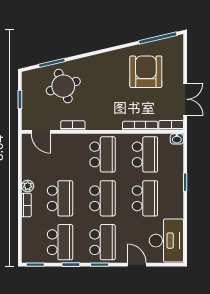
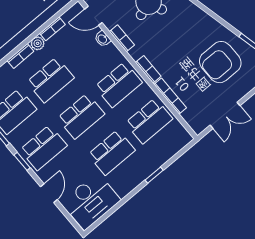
armchair: (146, 72) -> (220, 62), turned 180
bookcase: (171, 125) -> (148, 69), moved
door: (41, 132) -> (93, 16), hinge flipped
washbasin: (177, 139) -> (103, 39), moved
bookcase: (26, 168) -> (52, 29), added

